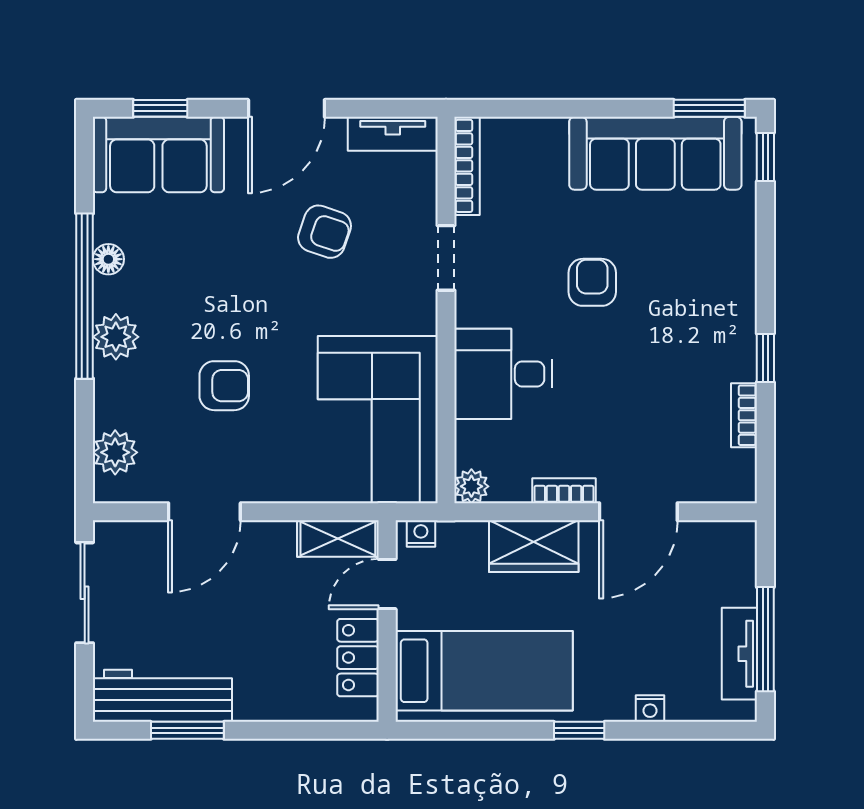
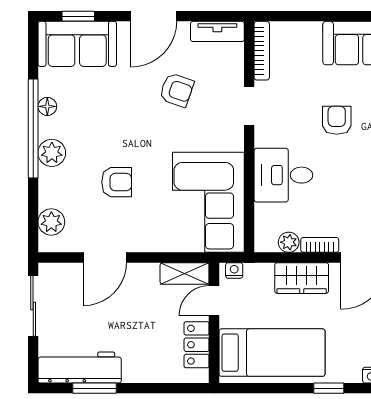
plant: (471, 486) -> (289, 242), moved

